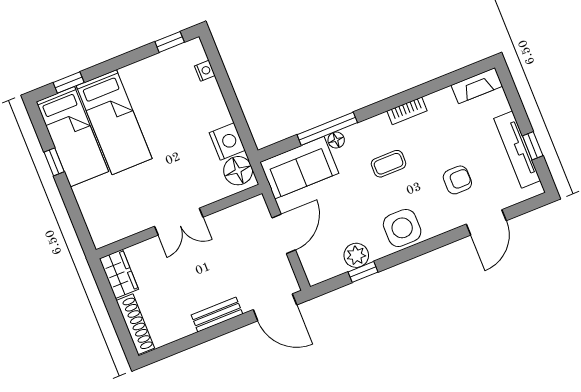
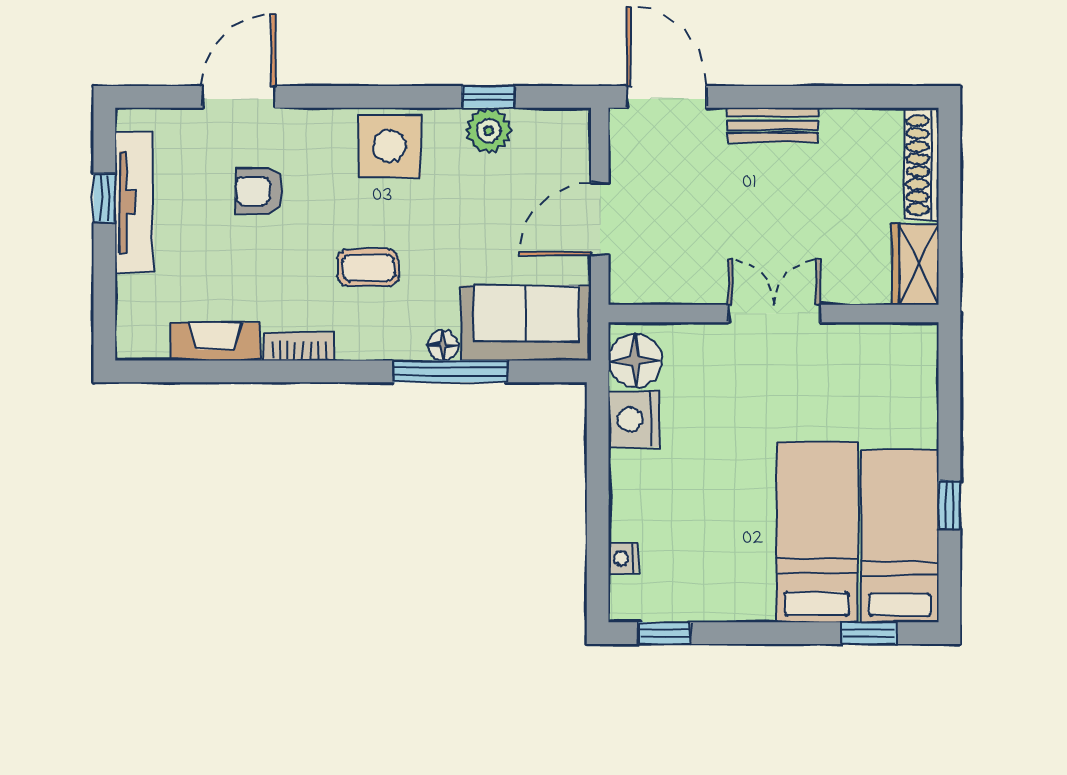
fireplace: (477, 86) -> (216, 342), moved

